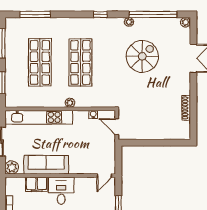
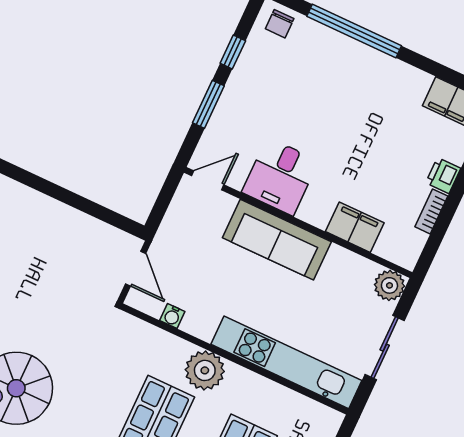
plant: (70, 103) -> (205, 370), width x1.88, depth x1.88
sofa: (46, 165) -> (277, 240), moved
desk: (61, 191) -> (280, 177), moved

